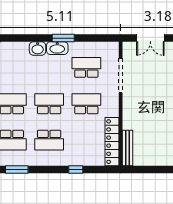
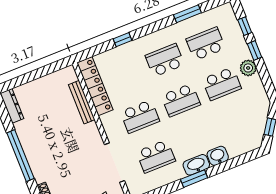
bench: (128, 148) -> (82, 102), moved

